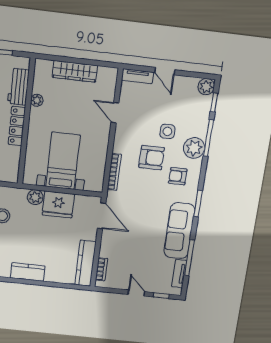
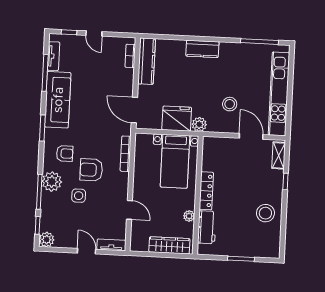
workbench: (18, 87) -> (207, 227), moved
plant: (37, 100) -> (189, 216), moved
wall: (26, 122) -> (198, 195), moved
locker: (17, 126) -> (206, 191), moved

